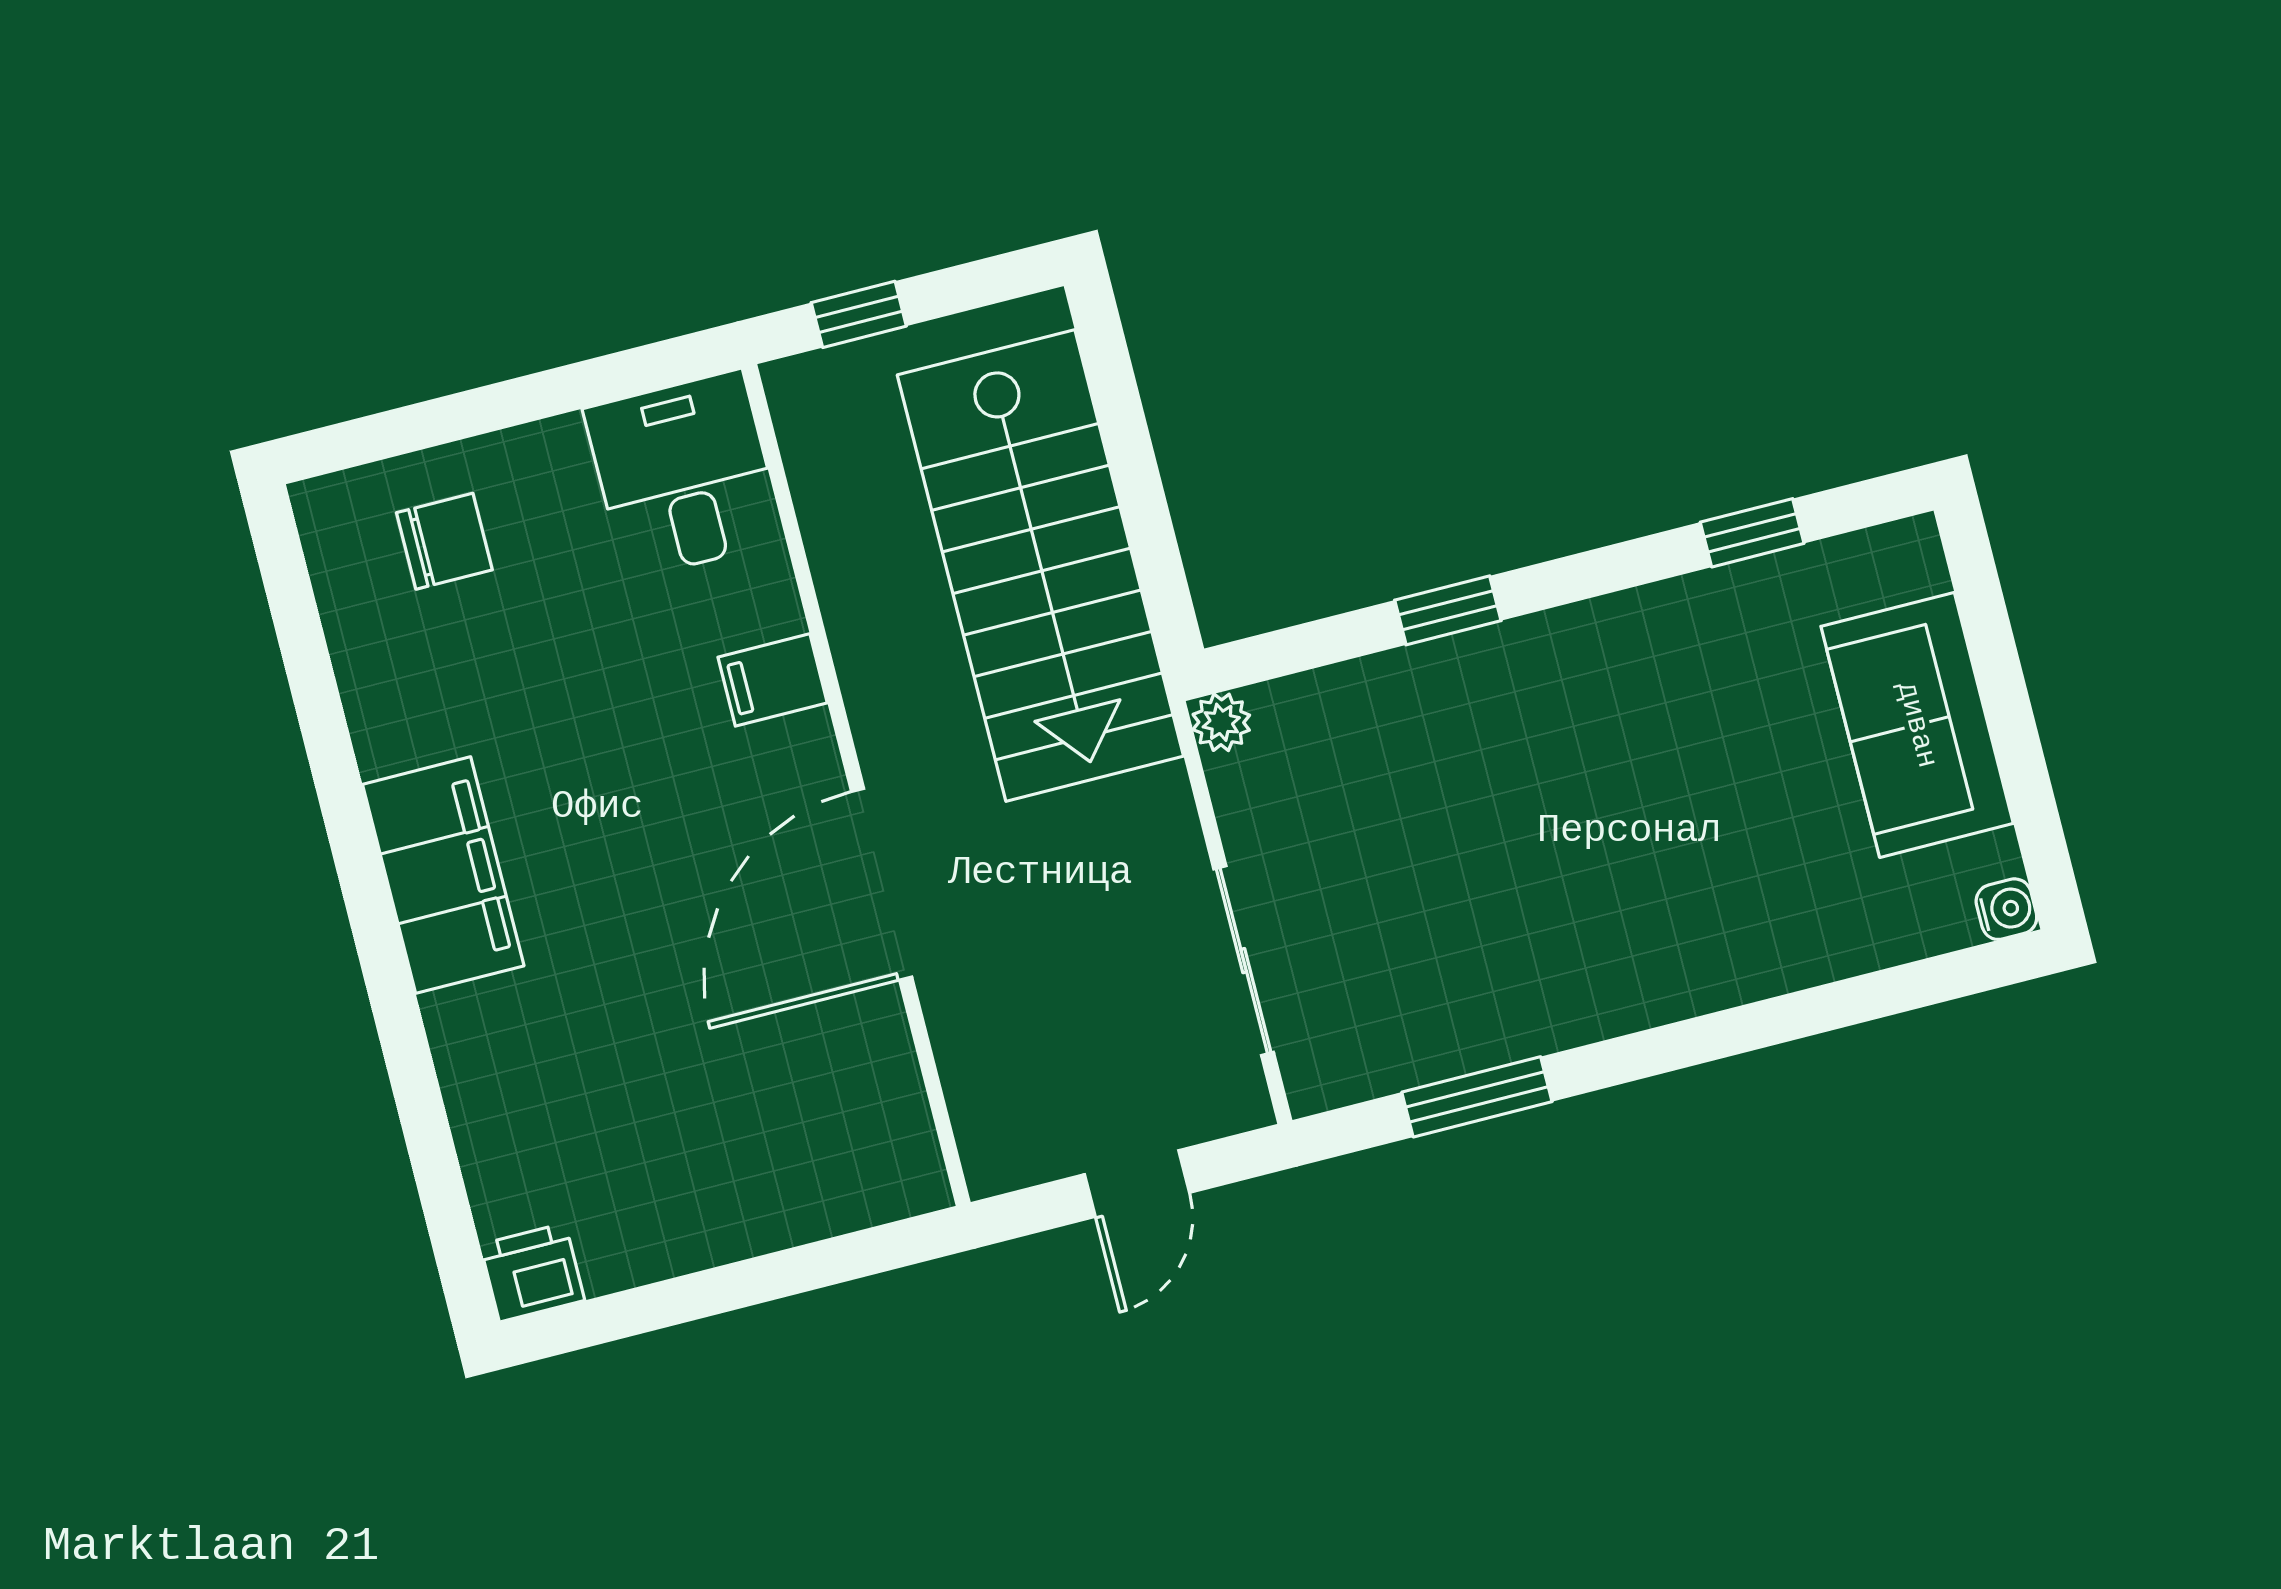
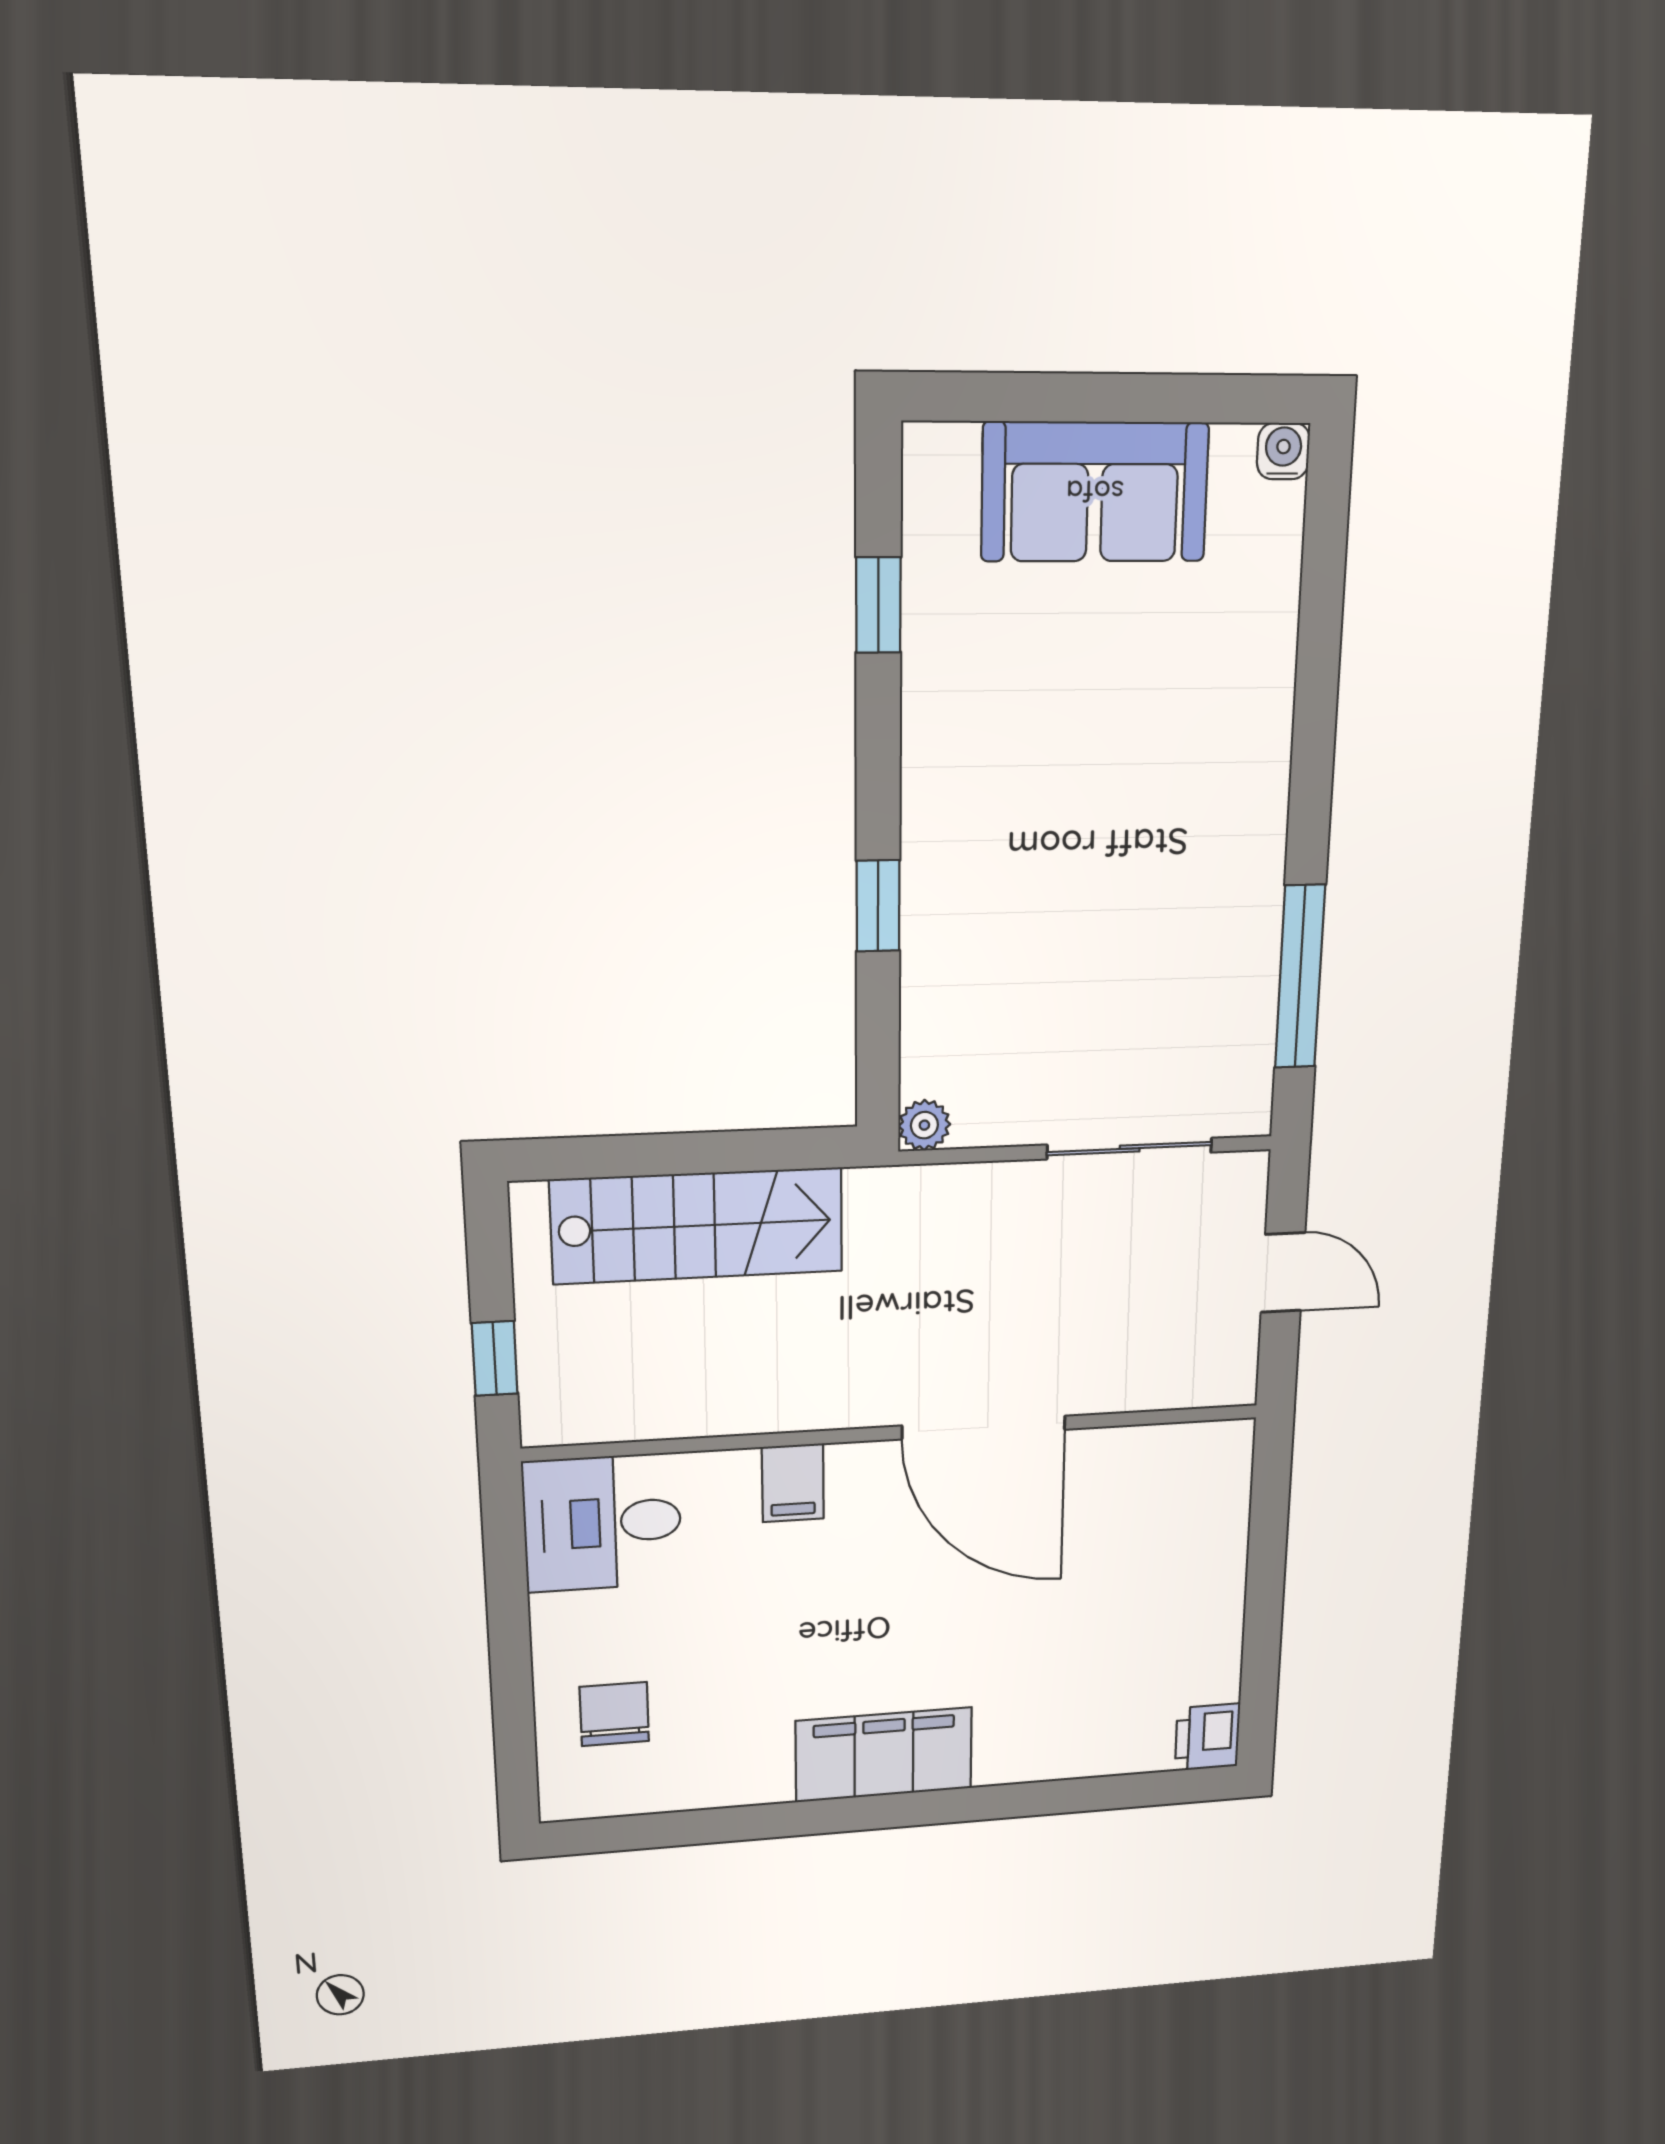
stairs: (1040, 566) -> (697, 1226), width x0.73, depth x0.66
window: (1477, 1097) -> (1300, 977), width x1.44

